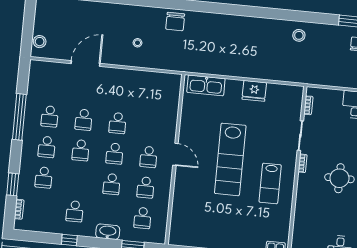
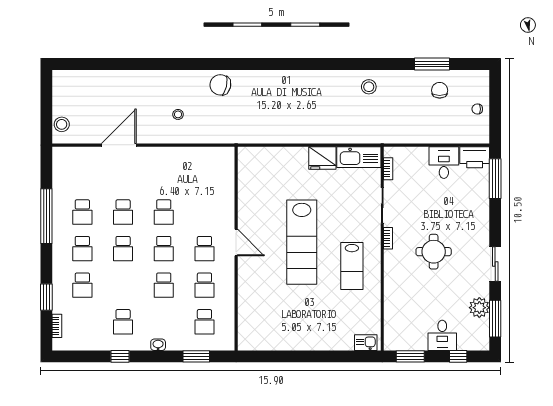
chair: (175, 22) -> (220, 85), turned 103
kitchen sink: (206, 85) -> (359, 157), moved
washbasin: (108, 232) -> (158, 345), width x0.52, depth x0.69

